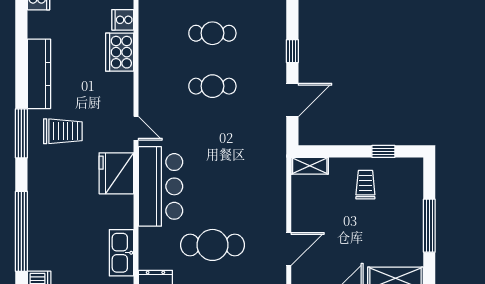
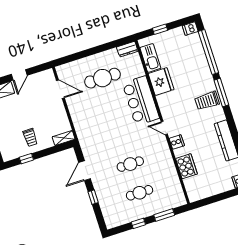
cooker: (123, 20) -> (177, 142), moved
trolley: (63, 131) -> (207, 101), moved
window: (21, 133) -> (221, 92), moved
fridge: (116, 173) -> (161, 82), moved
door: (289, 249) -> (60, 89), swing flipped

